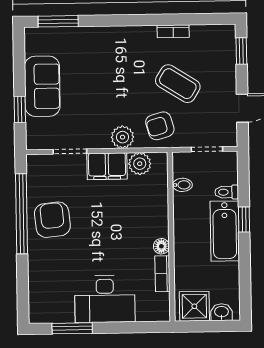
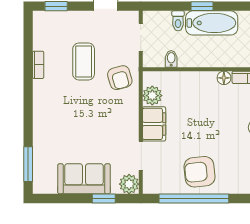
coffee table: (178, 84) -> (84, 61), turned -32
plant: (123, 137) -> (129, 184), moved

